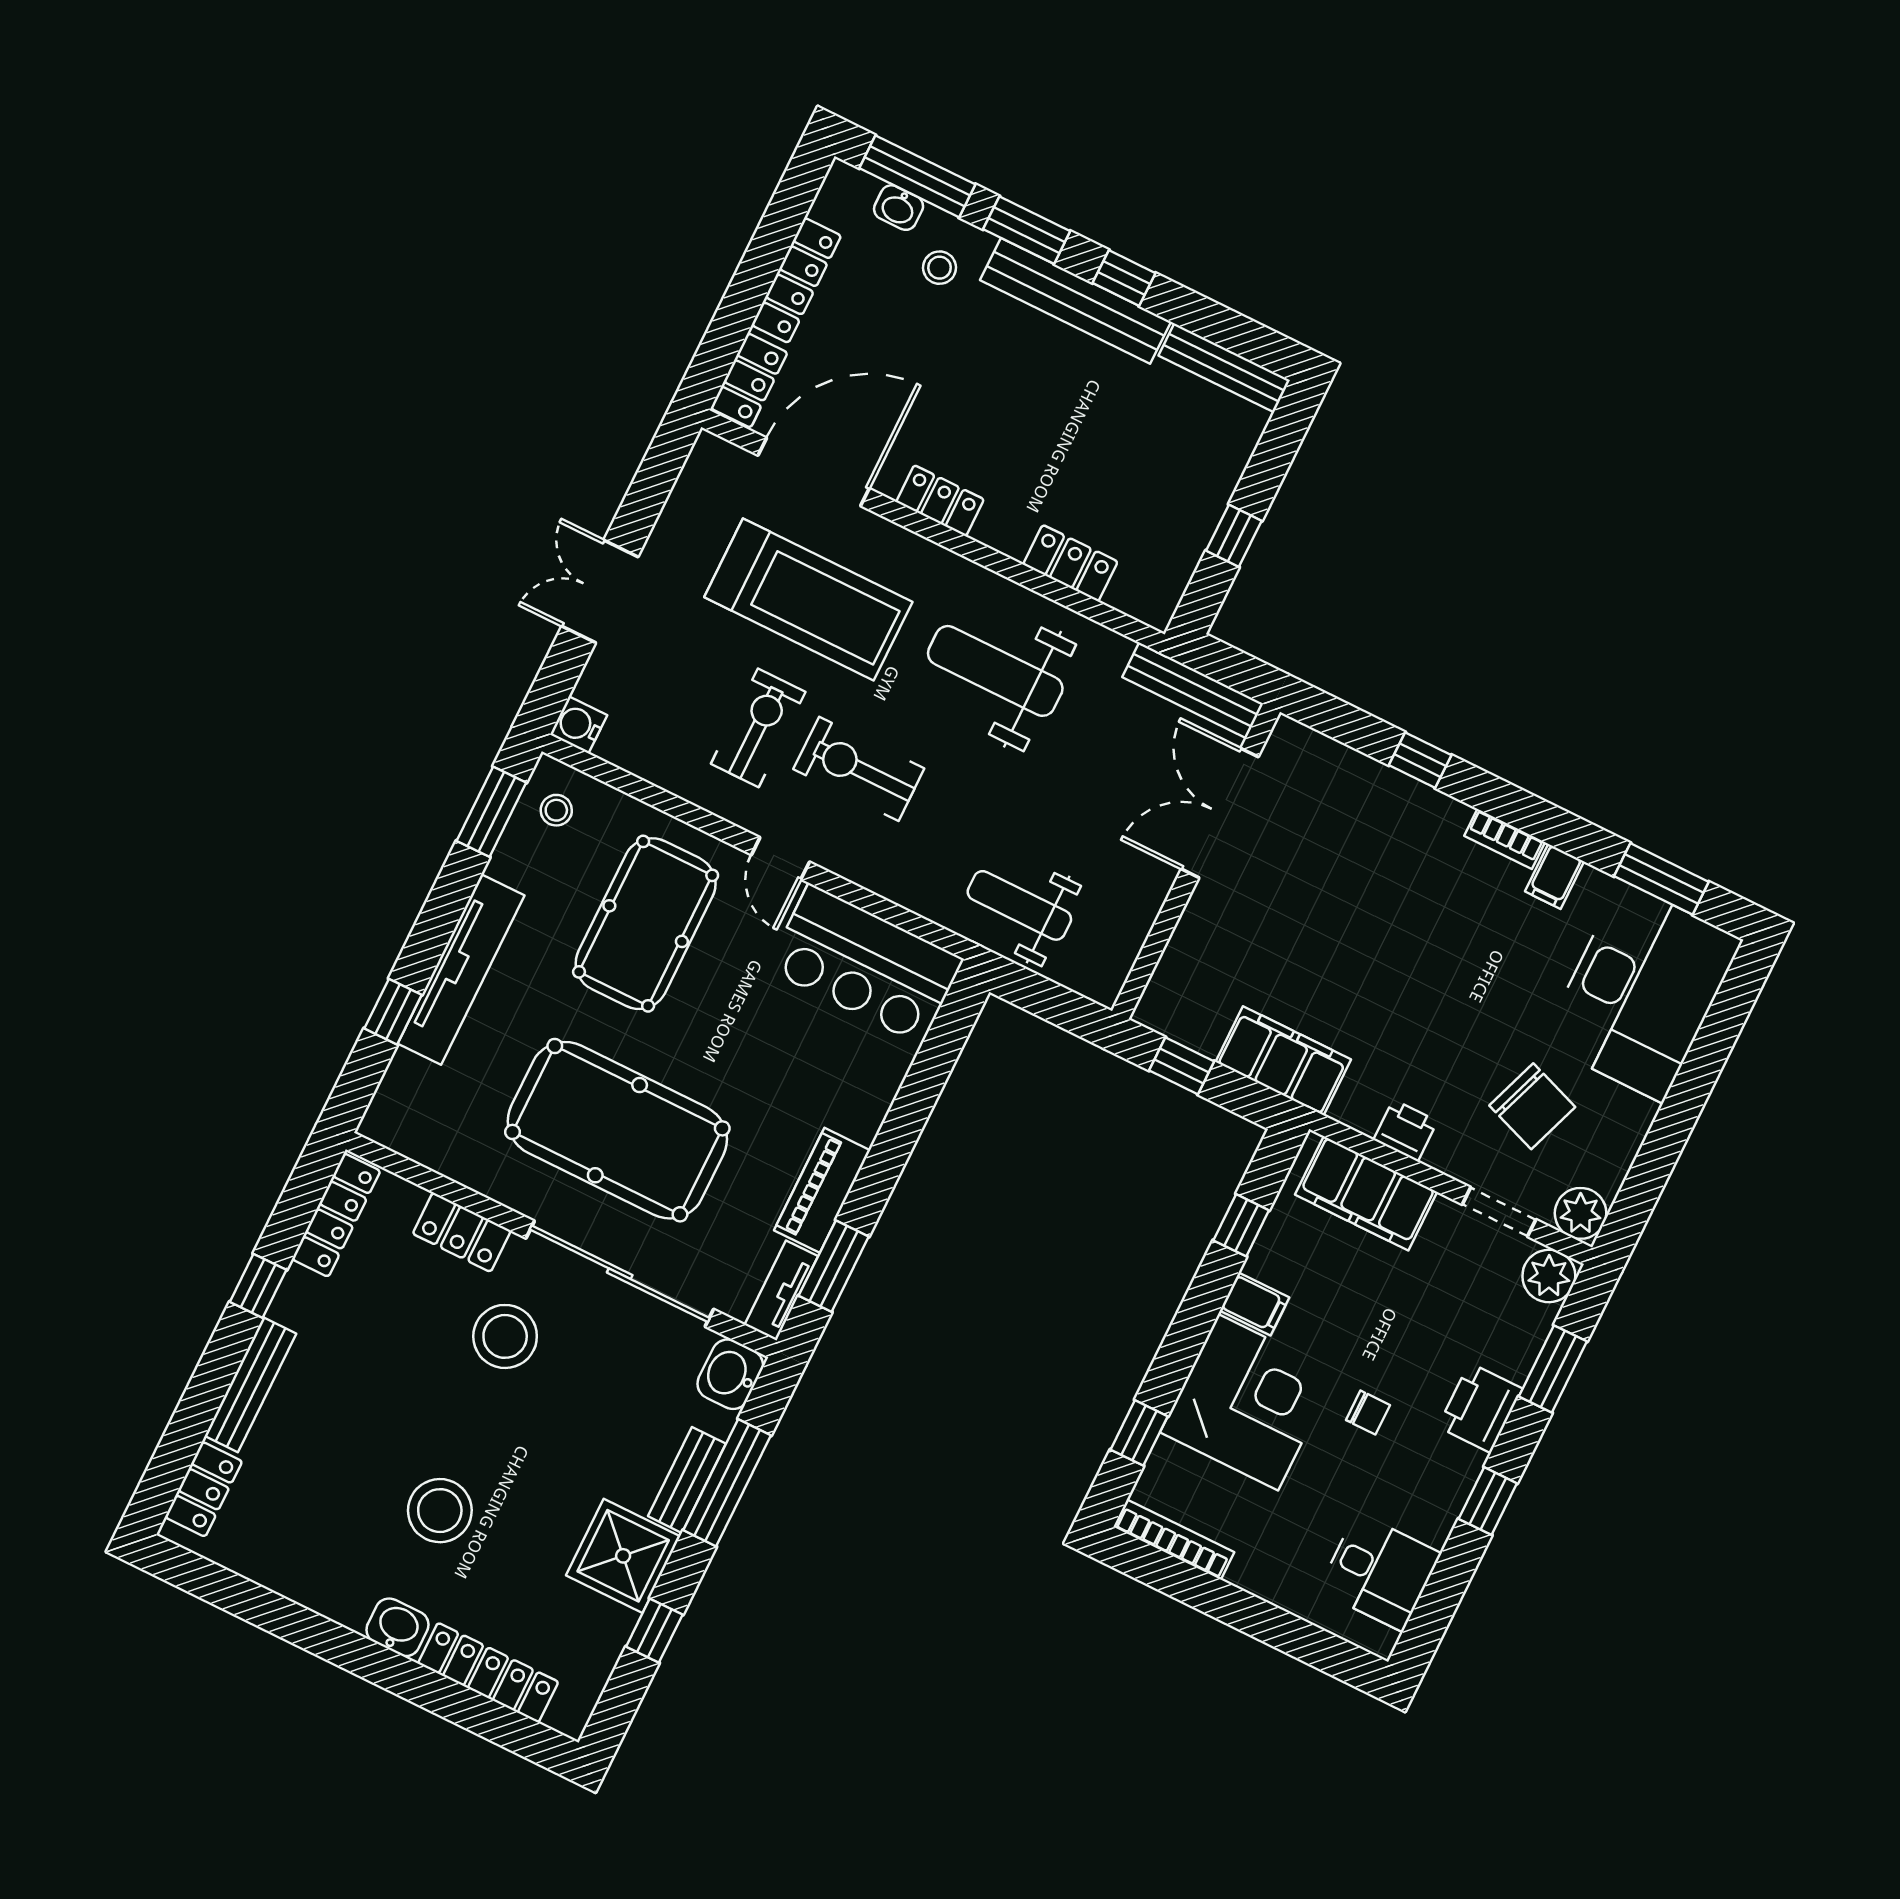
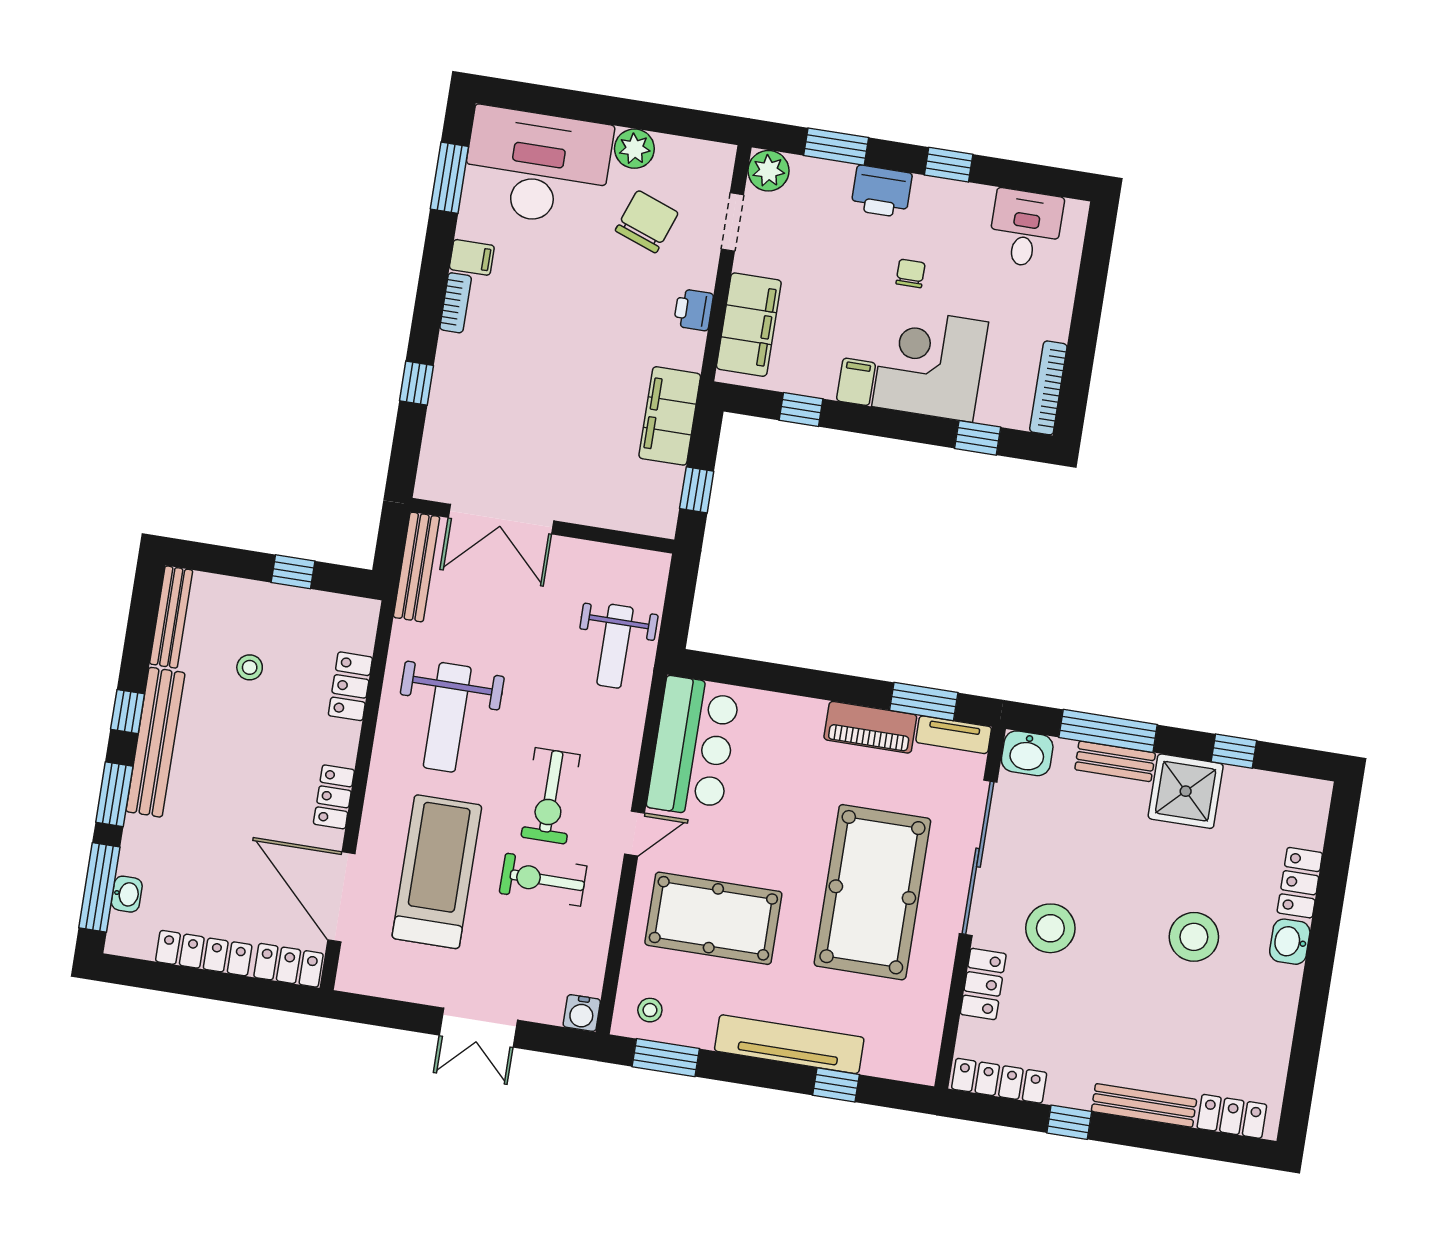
stool: (940, 268) -> (250, 667), moved
plant: (1581, 1213) -> (634, 149), moved
locker: (488, 1673) -> (1300, 883), width x0.66

